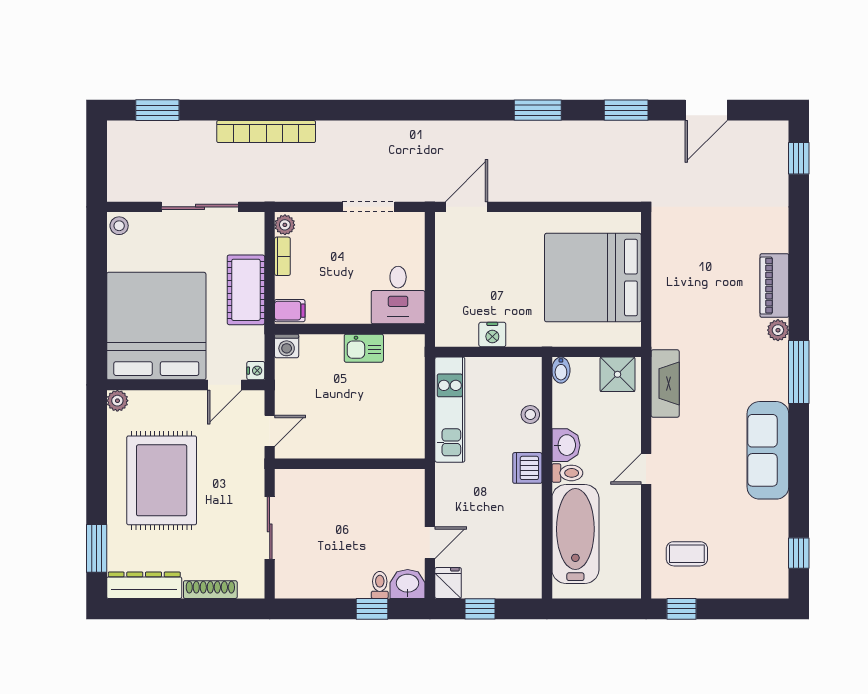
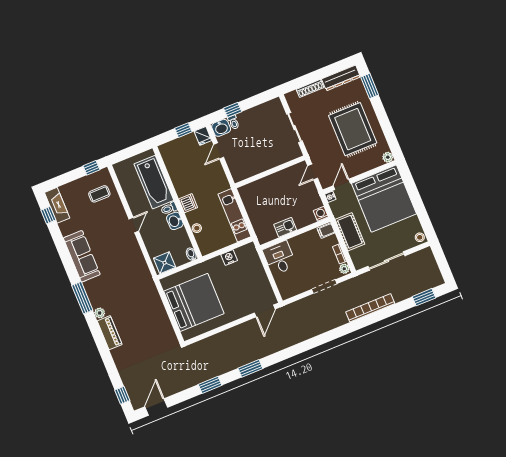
door: (706, 110) -> (156, 407), moved
doorway: (369, 207) -> (324, 287), moved
fireplace: (665, 384) -> (57, 205), moved, turned 180

